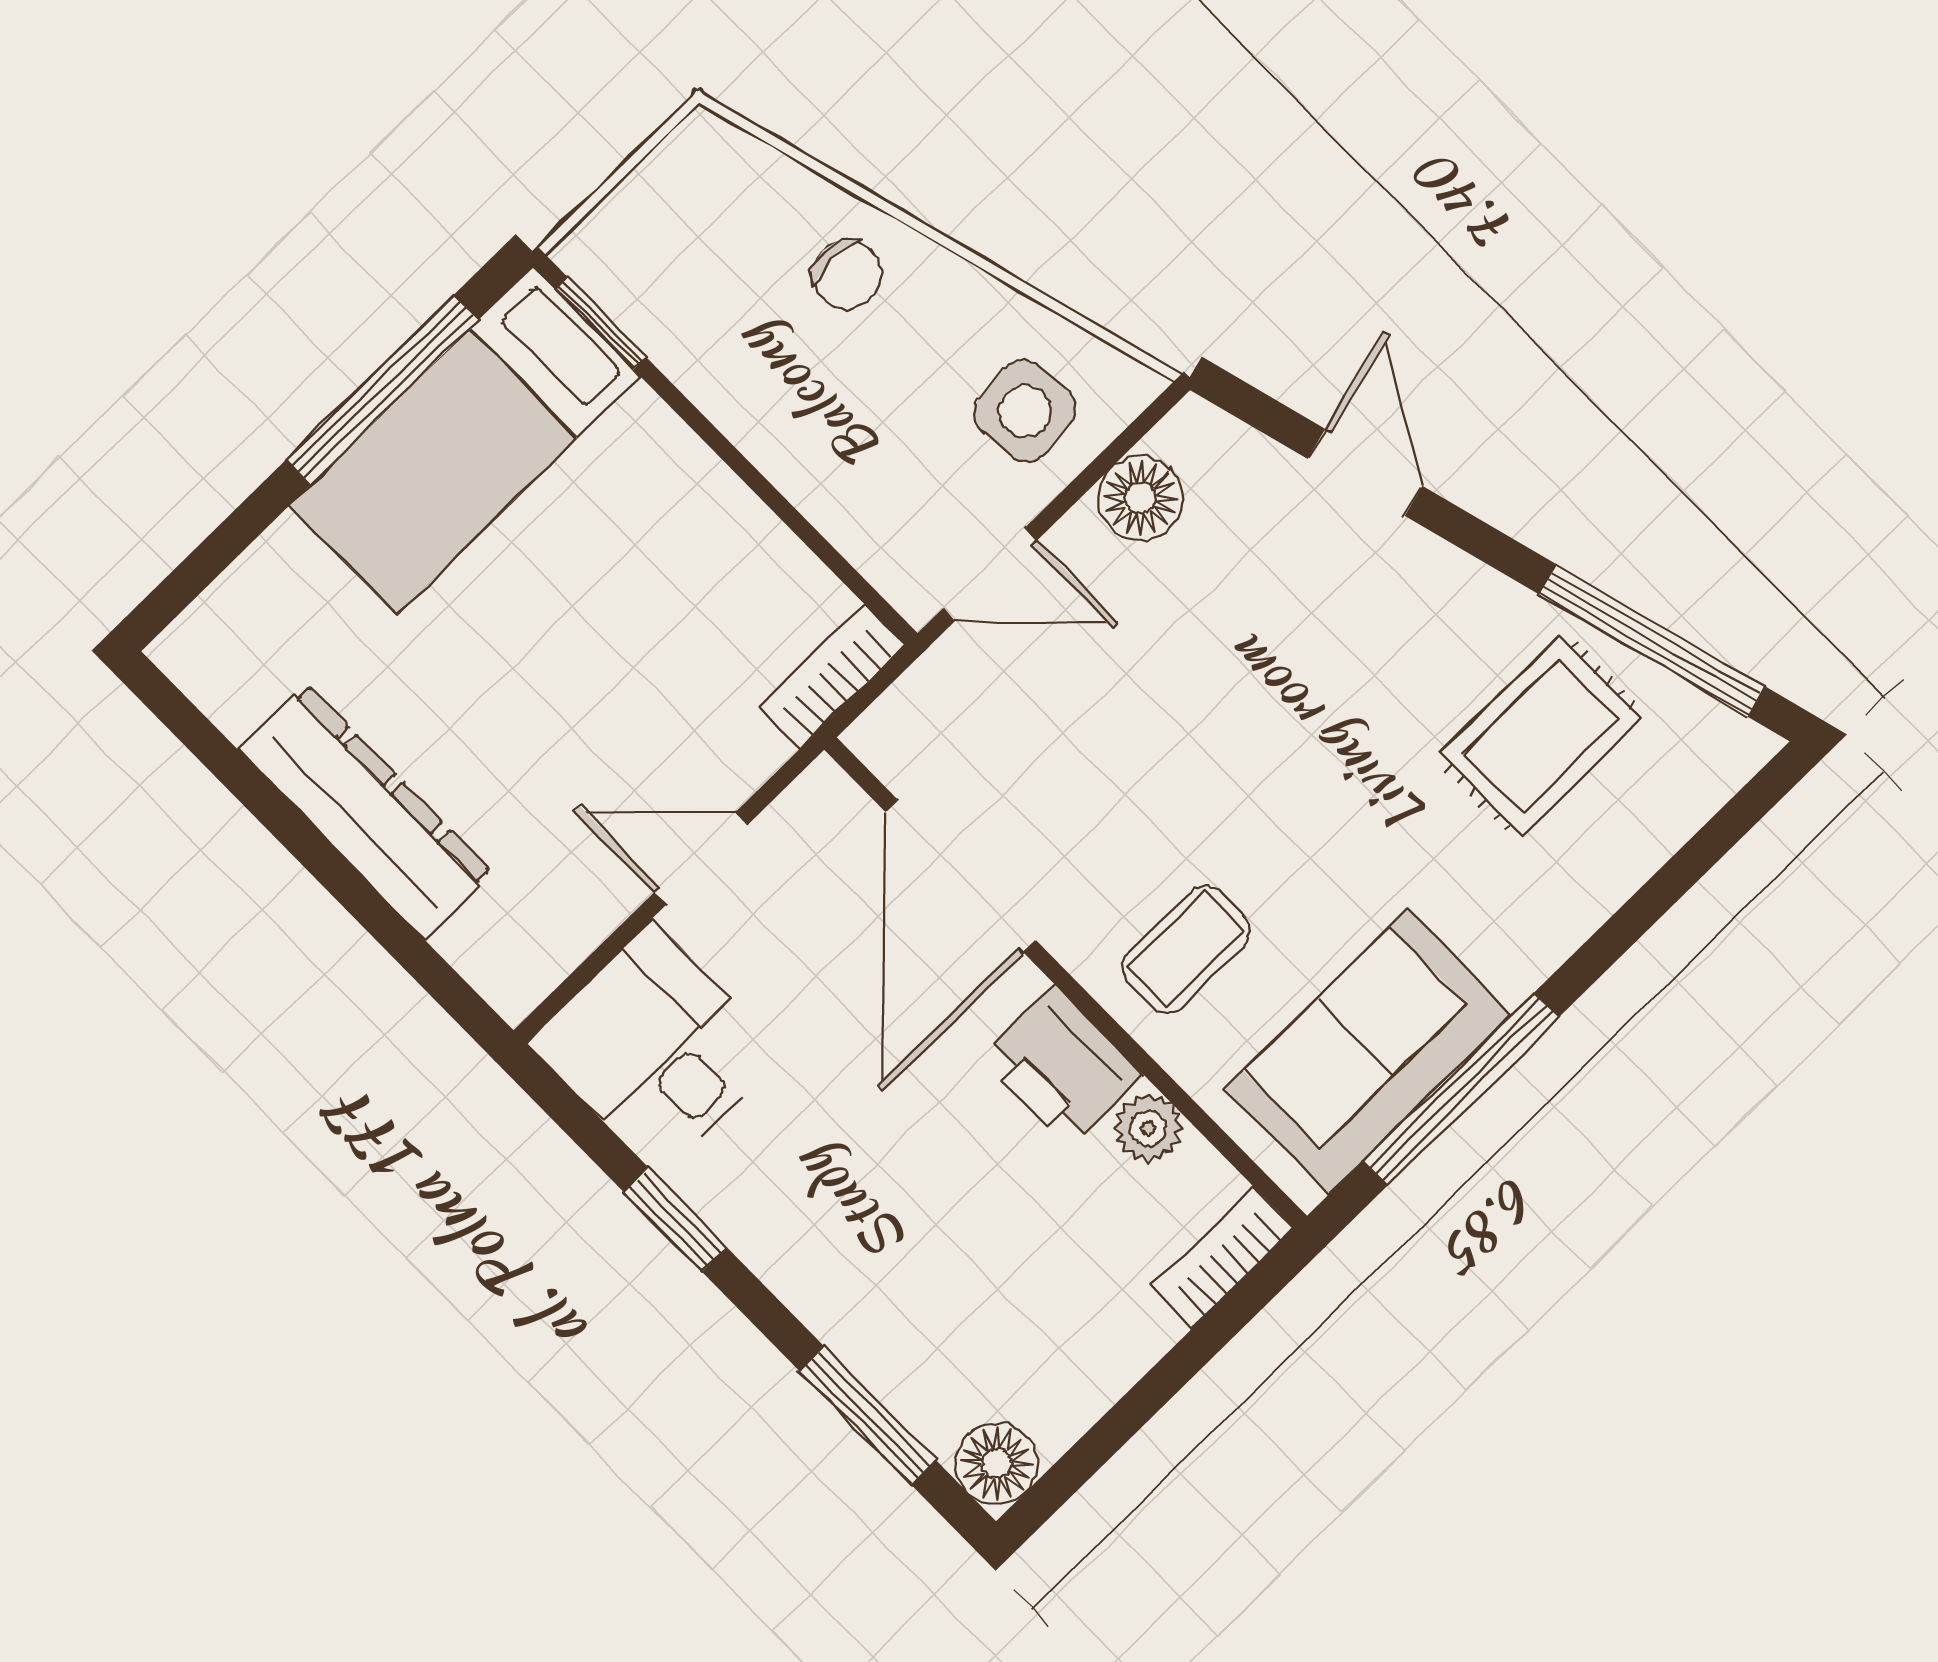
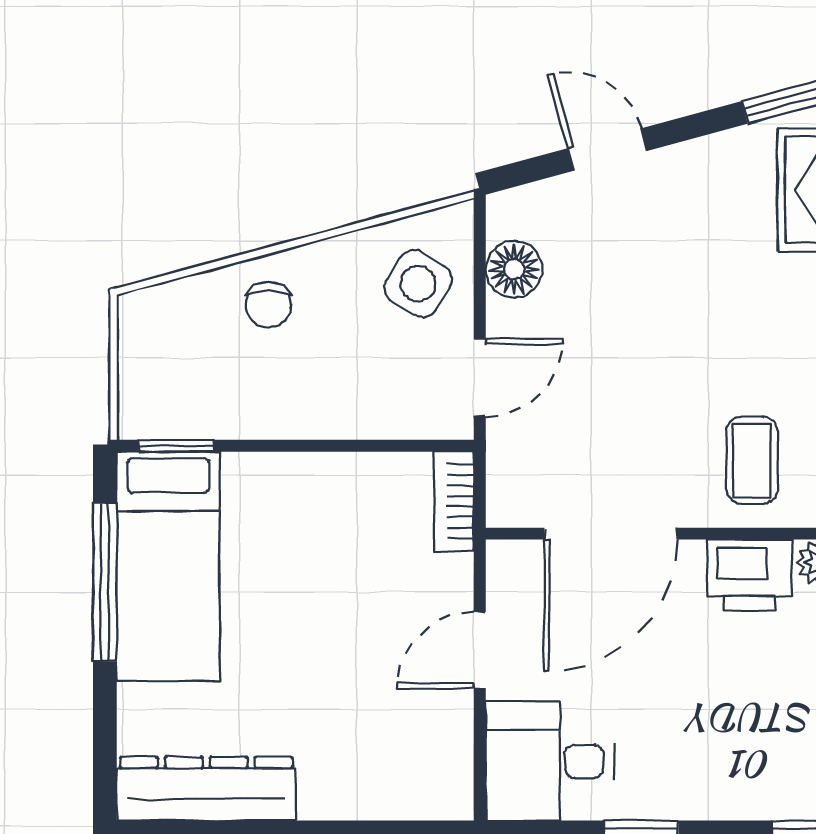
chair: (847, 274) -> (269, 305), turned 90
side table: (1025, 411) -> (418, 284), turned 37
dresser: (365, 812) -> (206, 789), moved
door: (961, 876) -> (611, 534), hinge flipped

